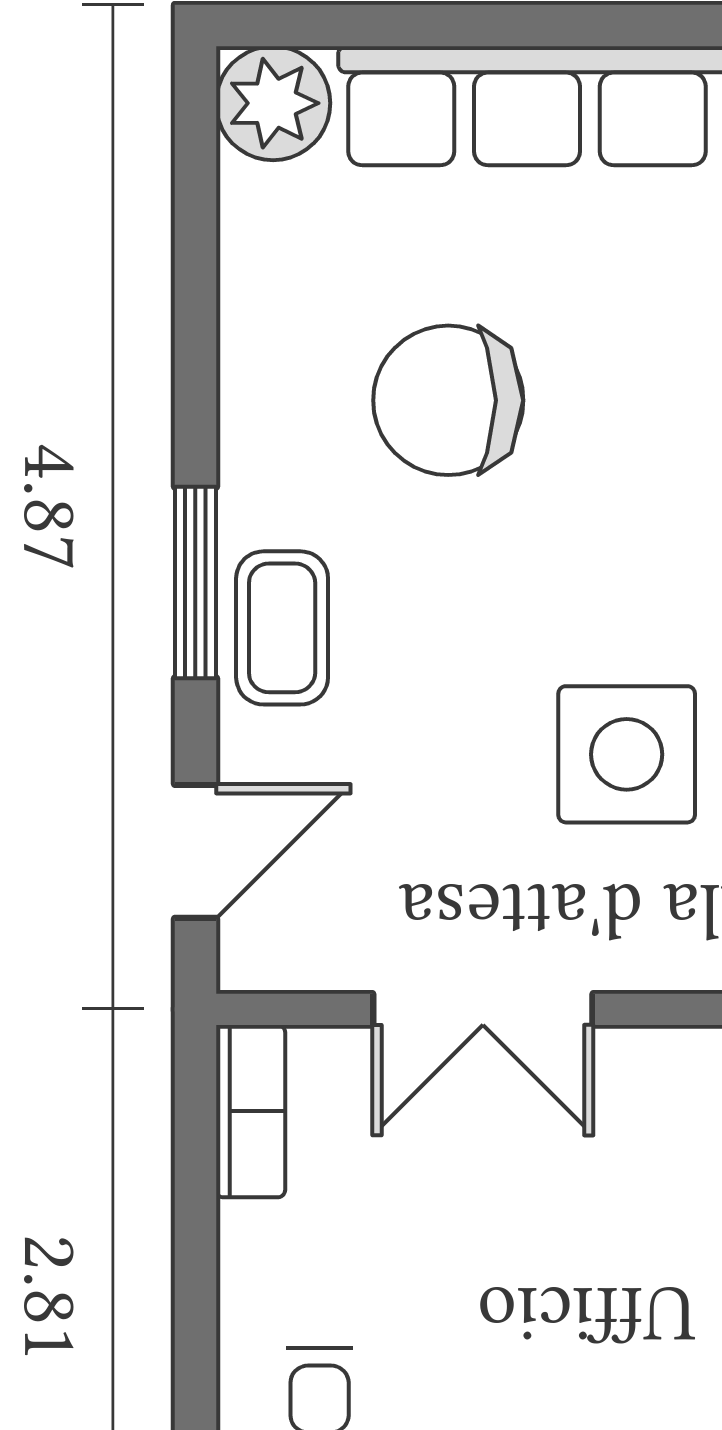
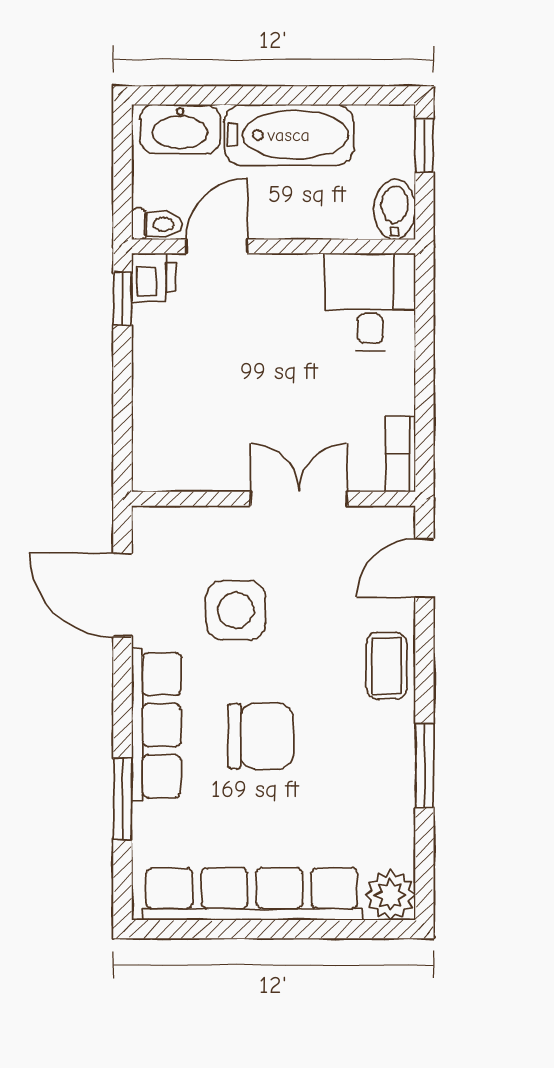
chair: (448, 400) -> (260, 736), moved
window: (195, 582) -> (424, 765), moved

